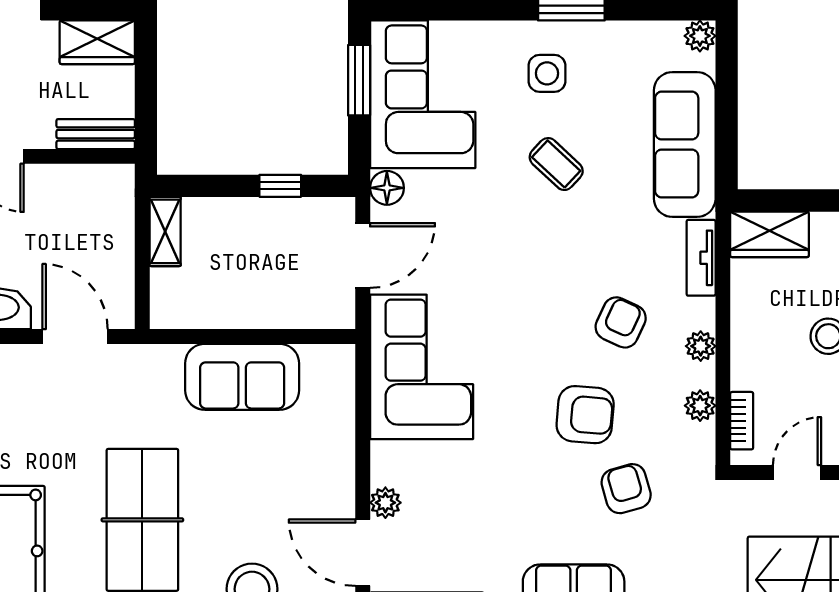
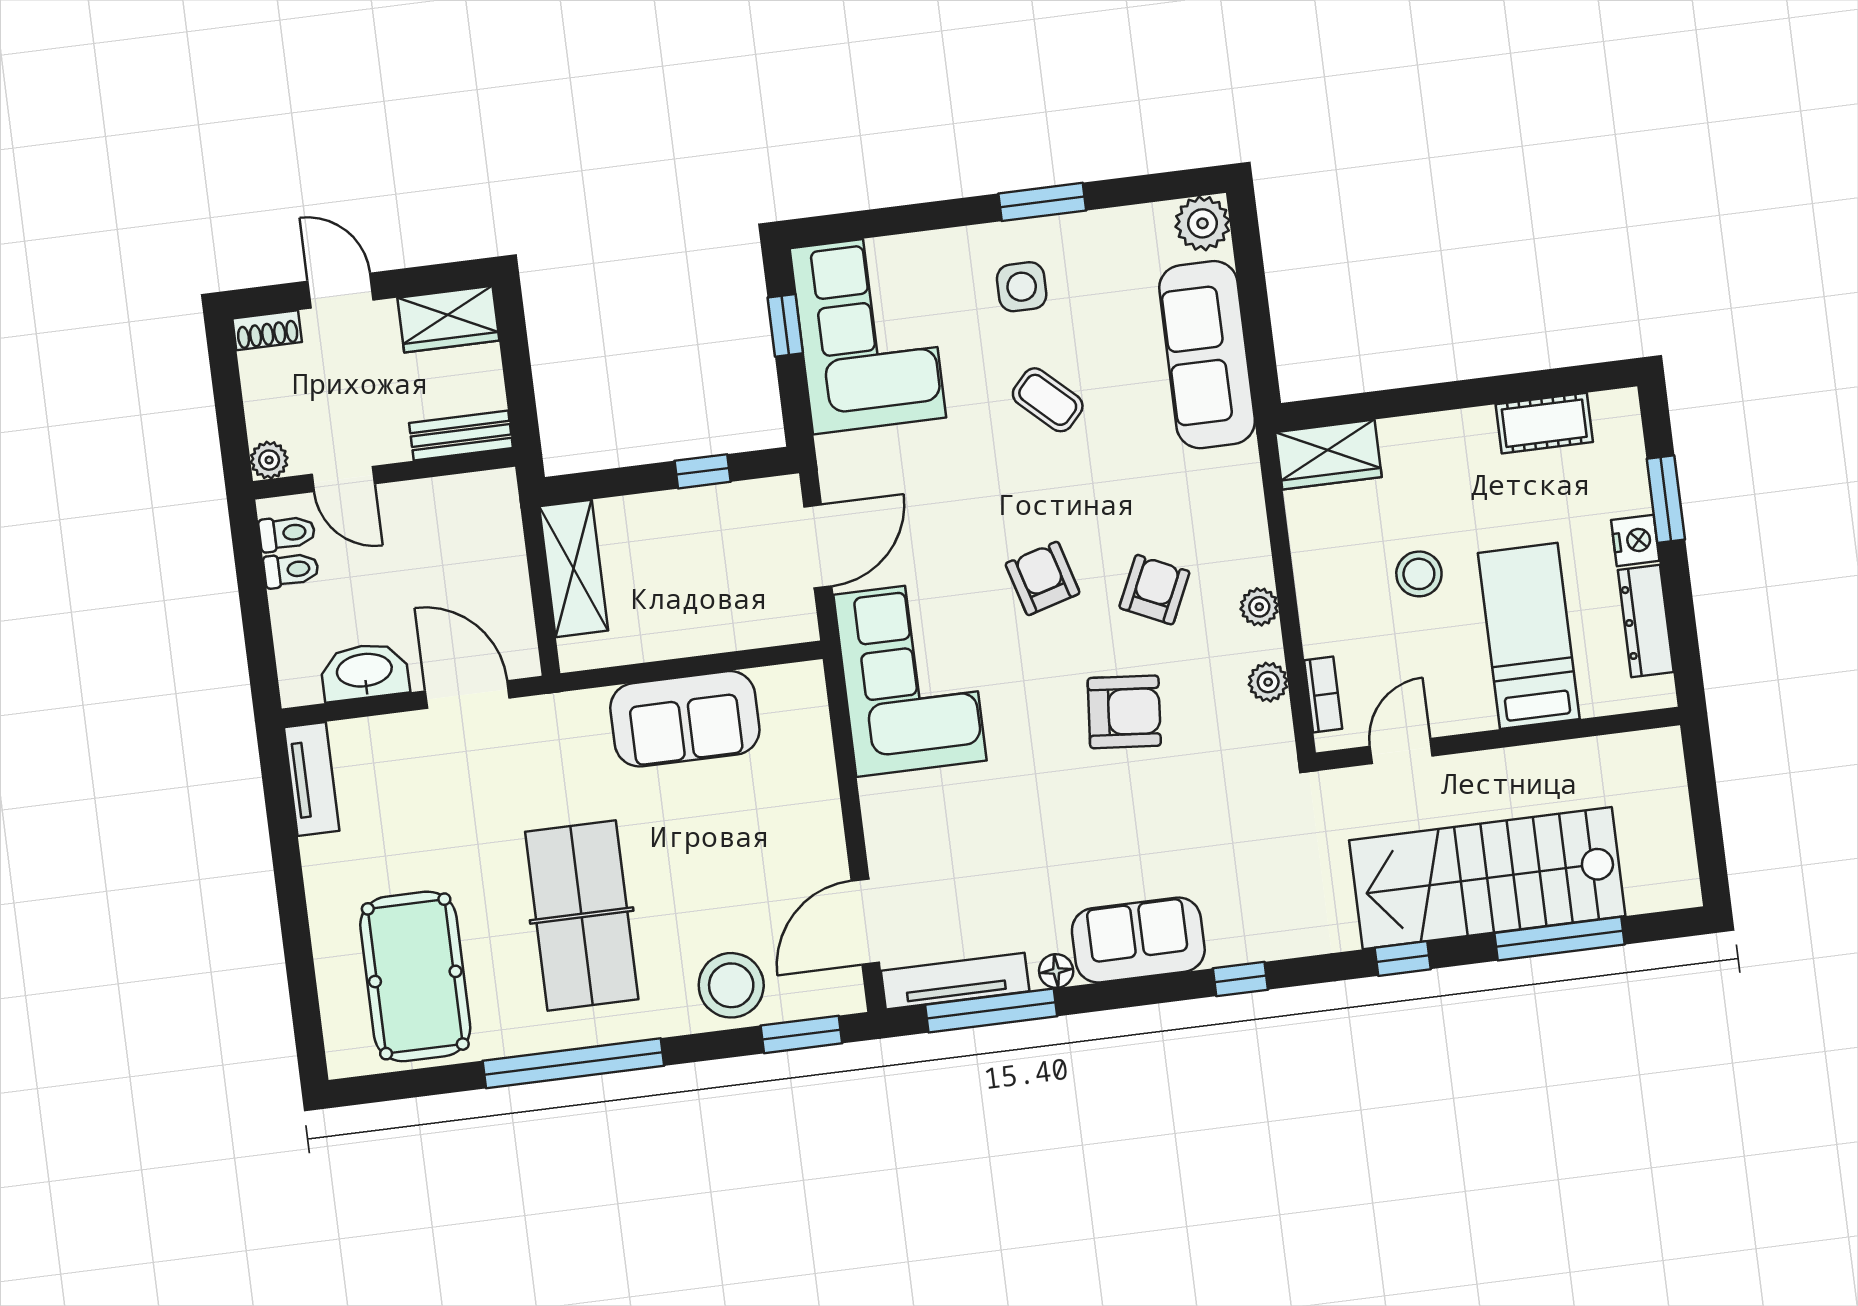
plant: (700, 36) -> (1202, 223), width x1.38, depth x1.38
window: (359, 80) -> (785, 325), width x0.67
floor lamp: (387, 188) -> (838, 457), removed
shelving: (165, 231) -> (574, 568), width x1.50, depth x1.33
tv unit: (701, 258) -> (1246, 495), removed
armchair: (626, 489) -> (1043, 578), moved
plant: (385, 503) -> (886, 855), removed
door: (363, 553) -> (865, 922), hinge flipped

